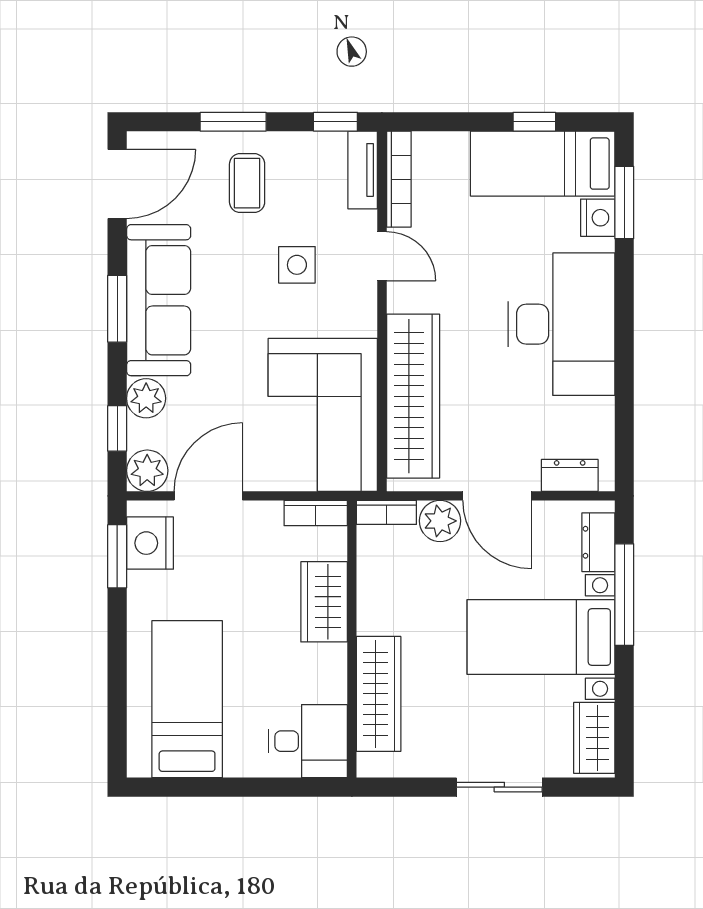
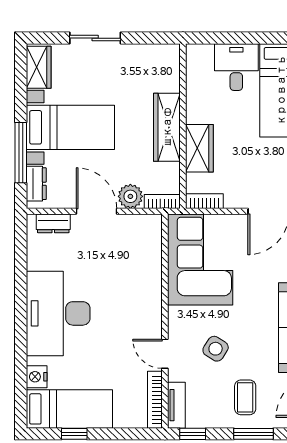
window: (624, 203) -> (21, 386), removed
side table: (297, 265) -> (216, 349), turned 33
wardrobe: (413, 396) -> (146, 271), removed
wardrobe: (379, 694) -> (167, 127), moved
desk: (308, 741) -> (236, 67), moved, turned 90

